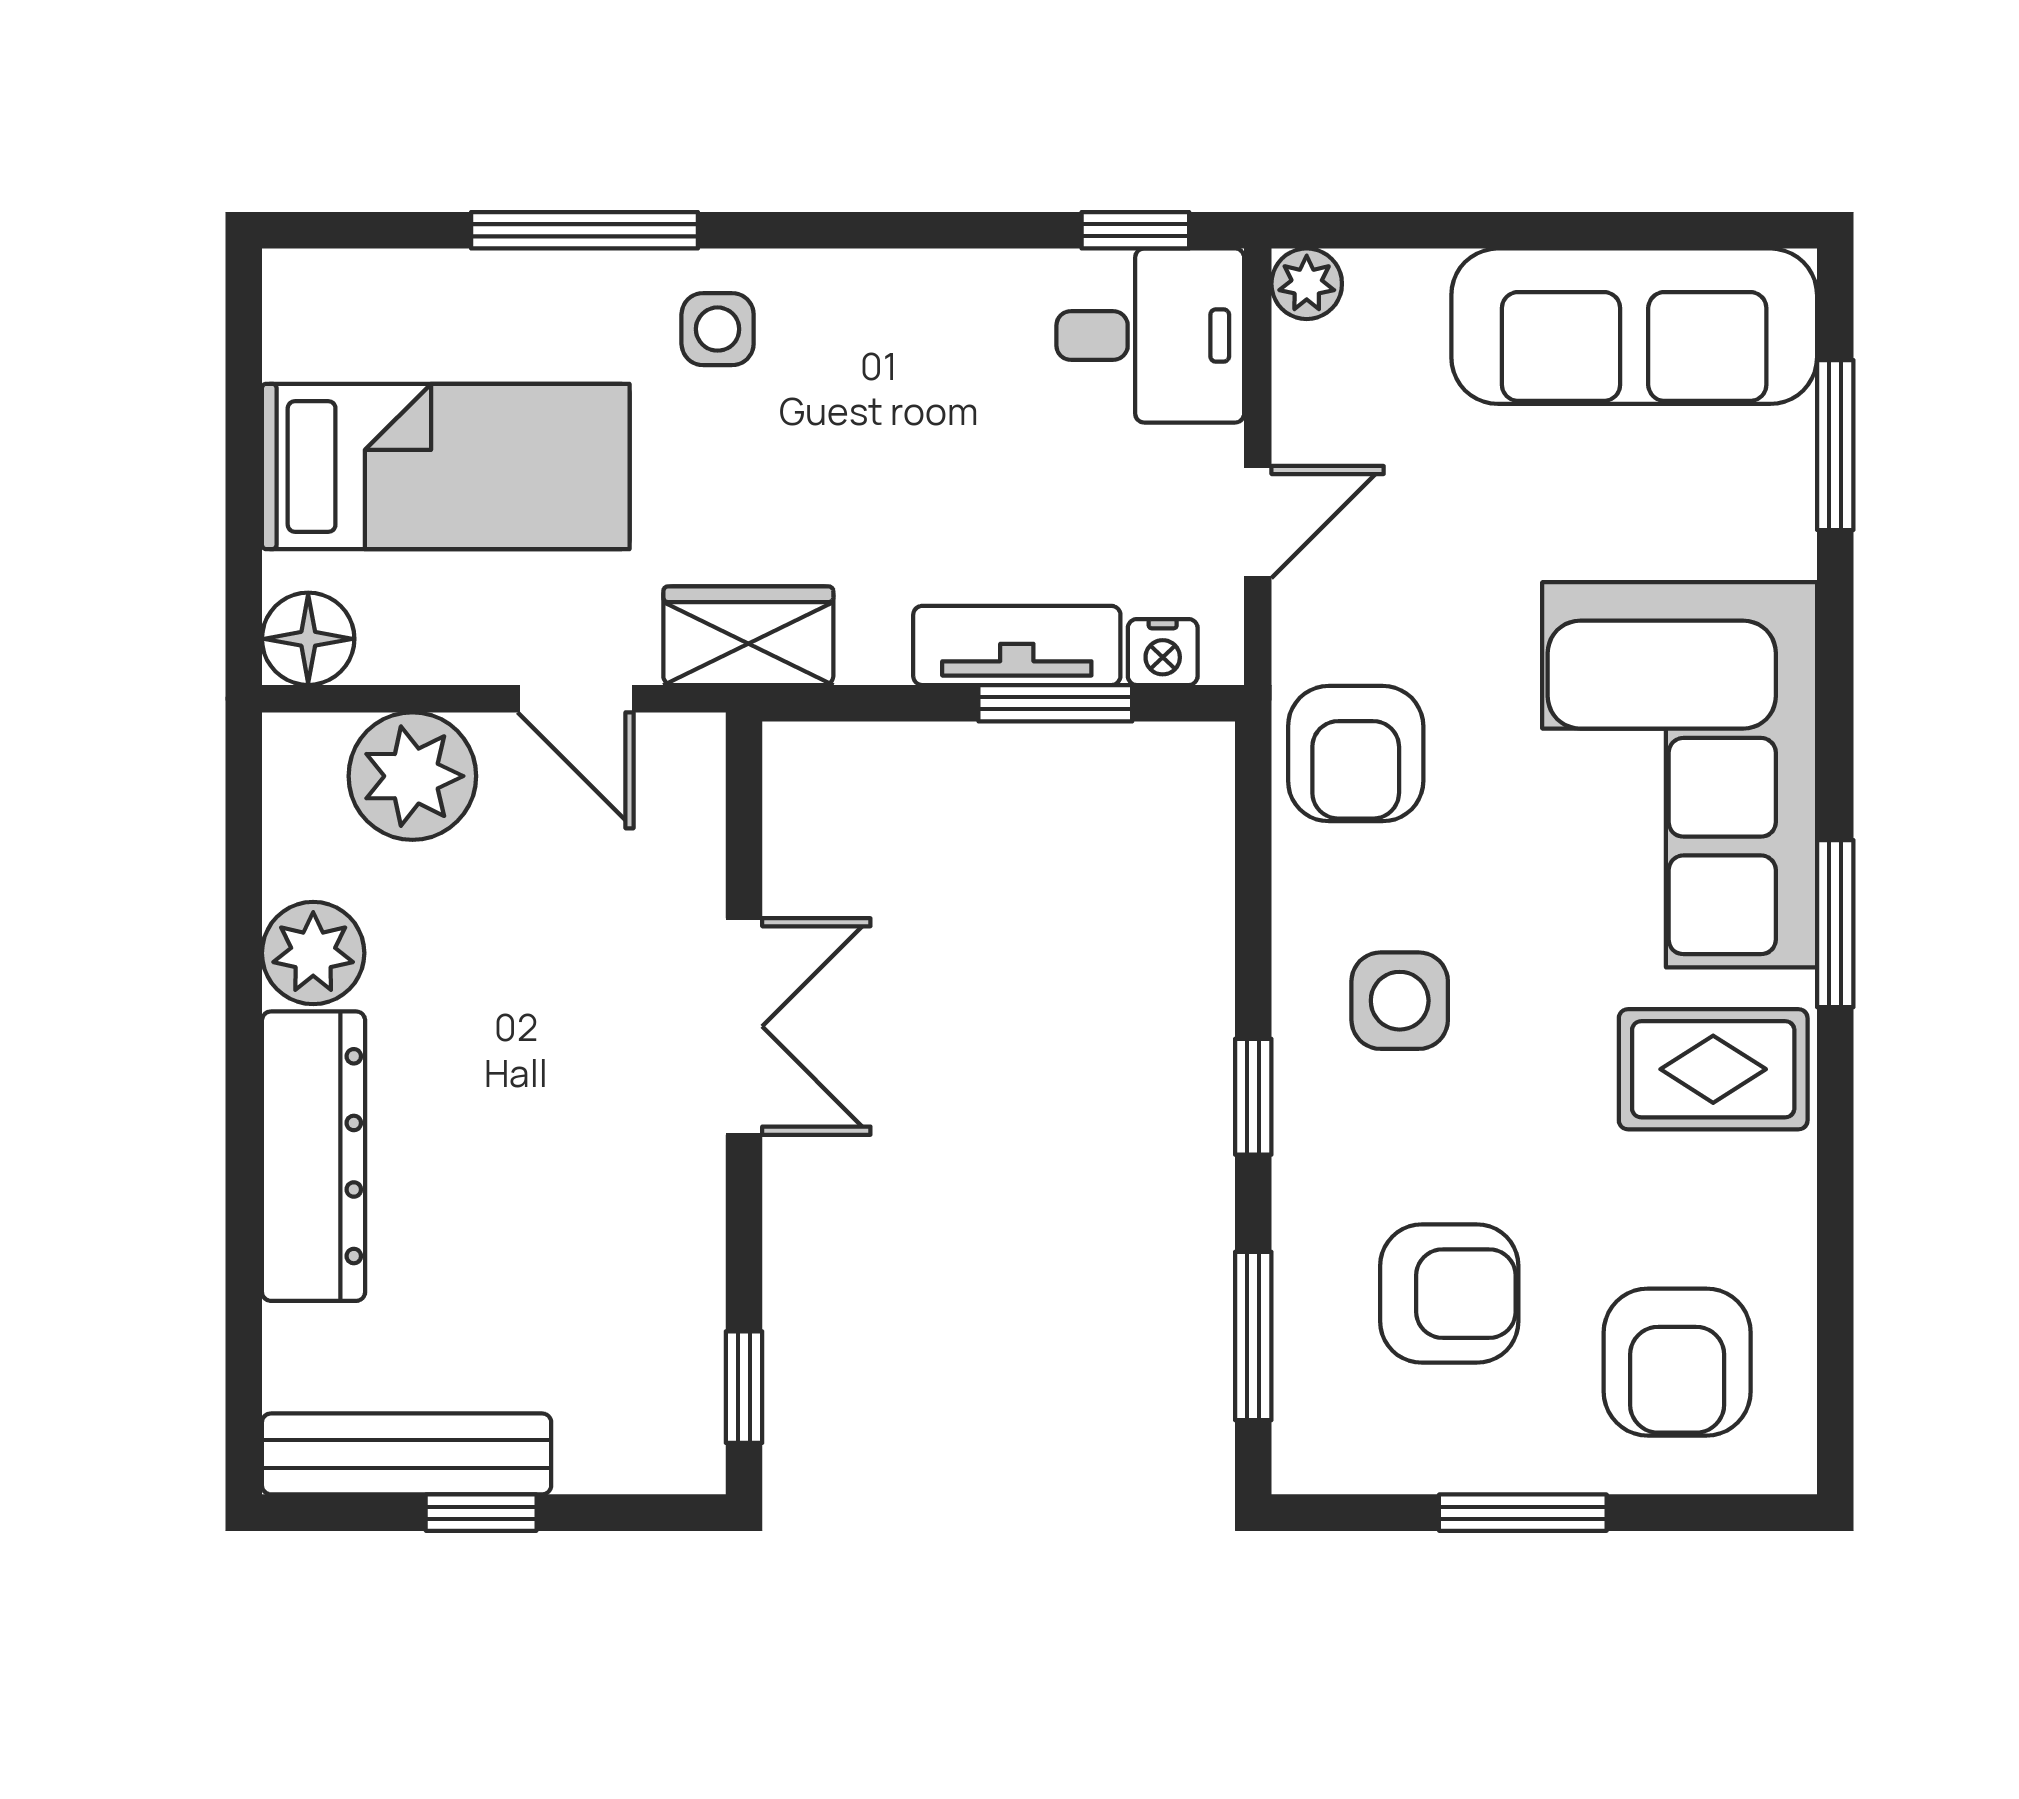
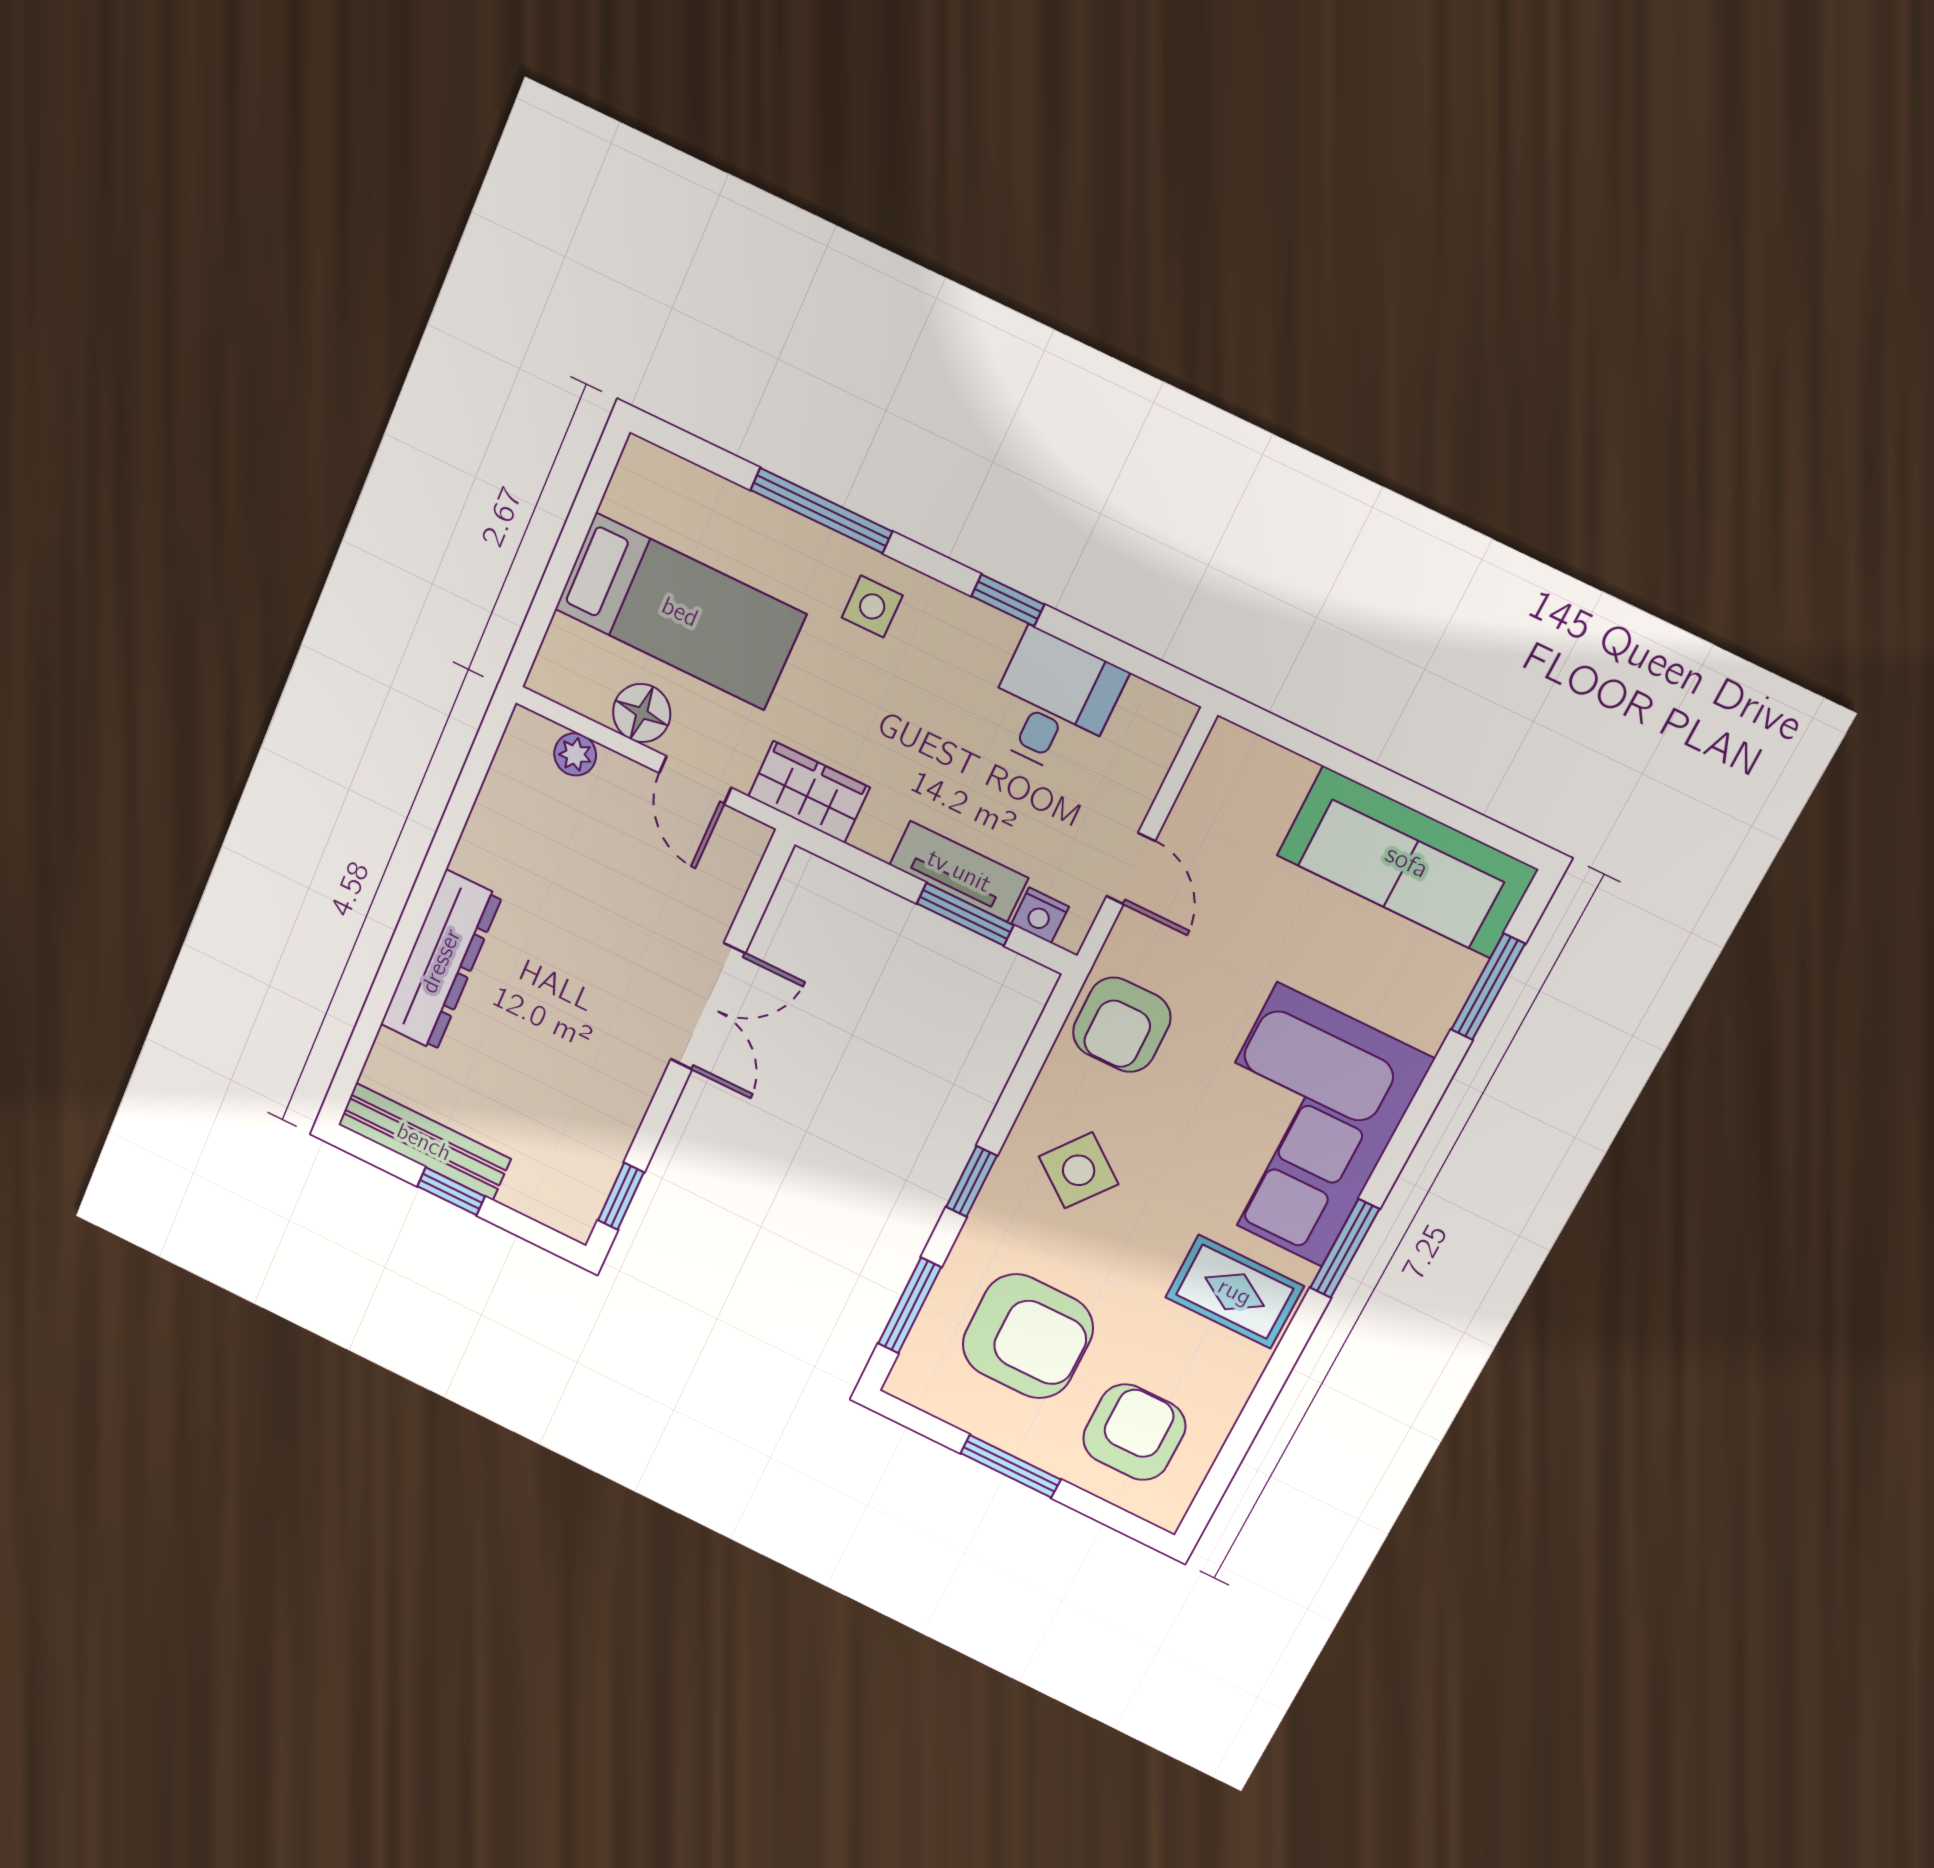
window: (1135, 230) -> (1008, 600), moved
plant: (1307, 284) -> (1228, 745), removed
desk: (1150, 336) -> (1053, 703), moved, turned -90
door: (1258, 522) -> (1131, 869), hinge flipped
floor lamp: (308, 639) -> (642, 713), moved
plant: (412, 776) -> (575, 754), width x0.53, depth x0.53
plant: (313, 953) -> (487, 851), removed
side table: (1400, 1001) -> (1079, 1170), turned 38
armchair: (1449, 1294) -> (1028, 1336), width x1.36, depth x1.36
armchair: (1677, 1362) -> (1134, 1432), turned 180

